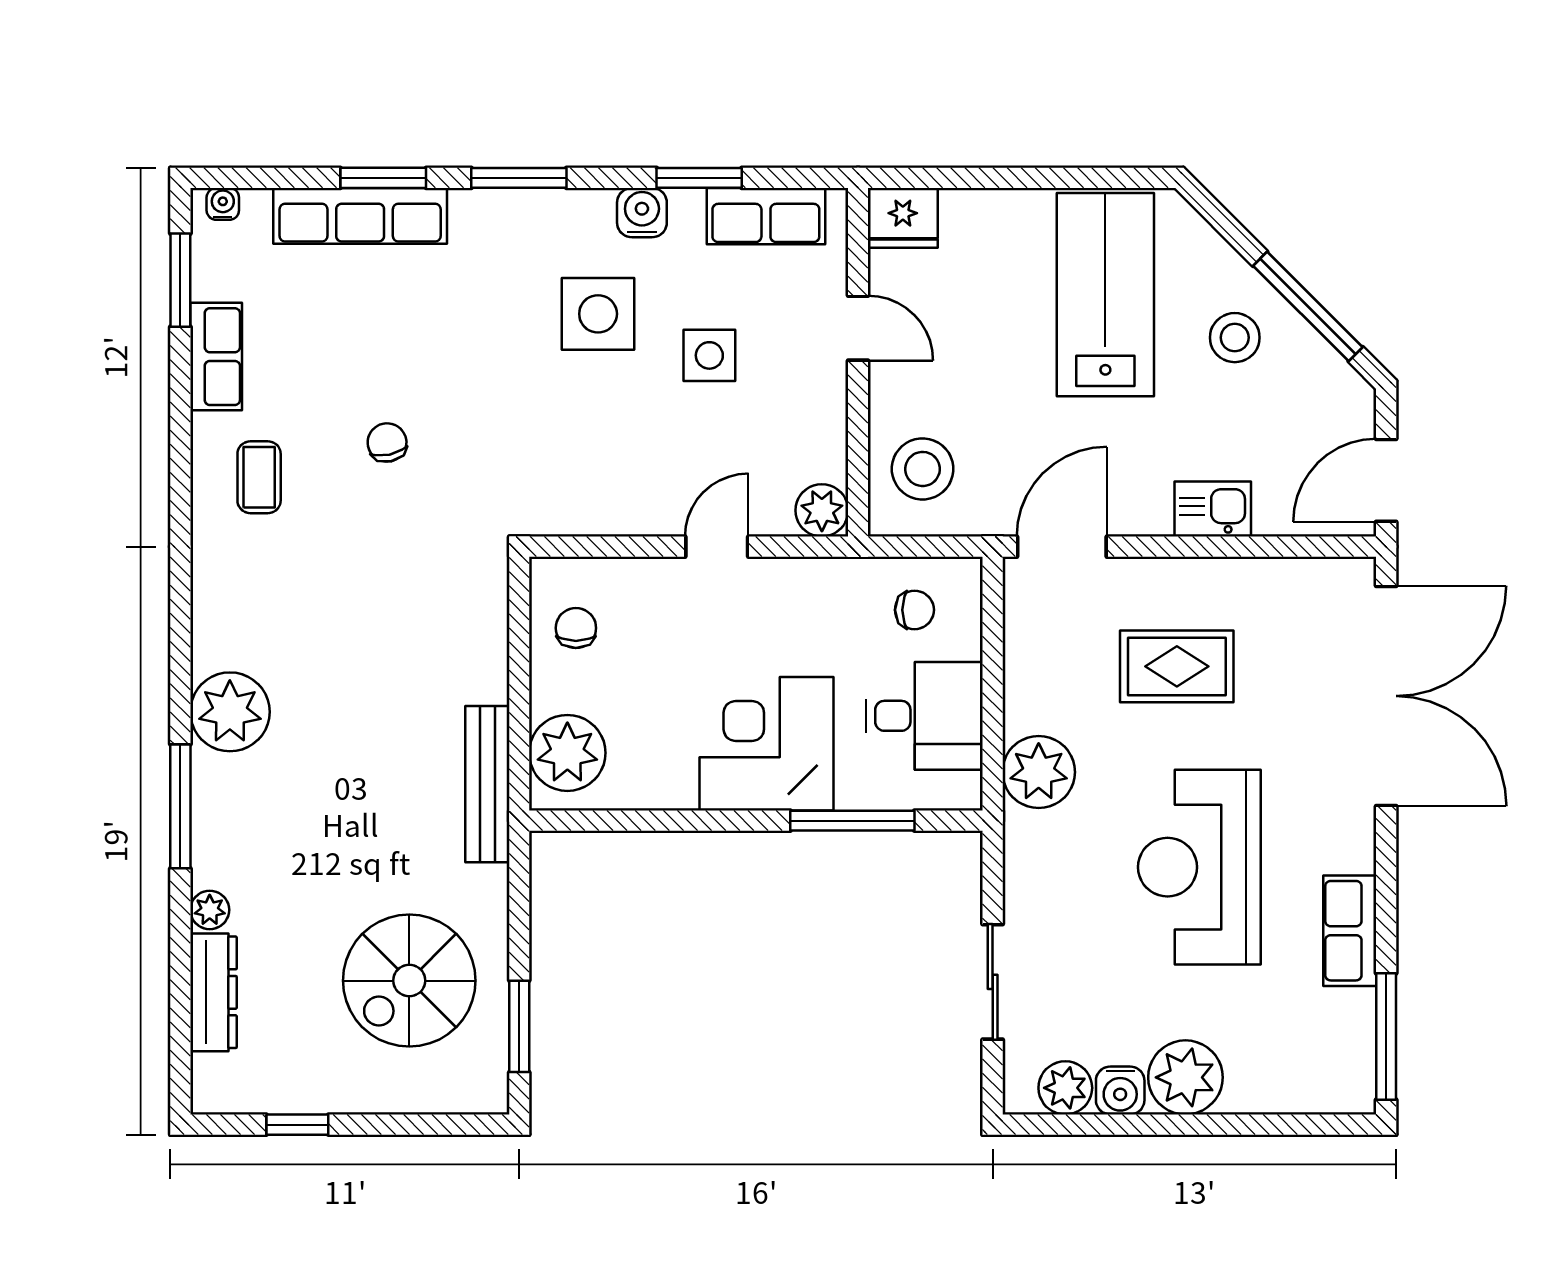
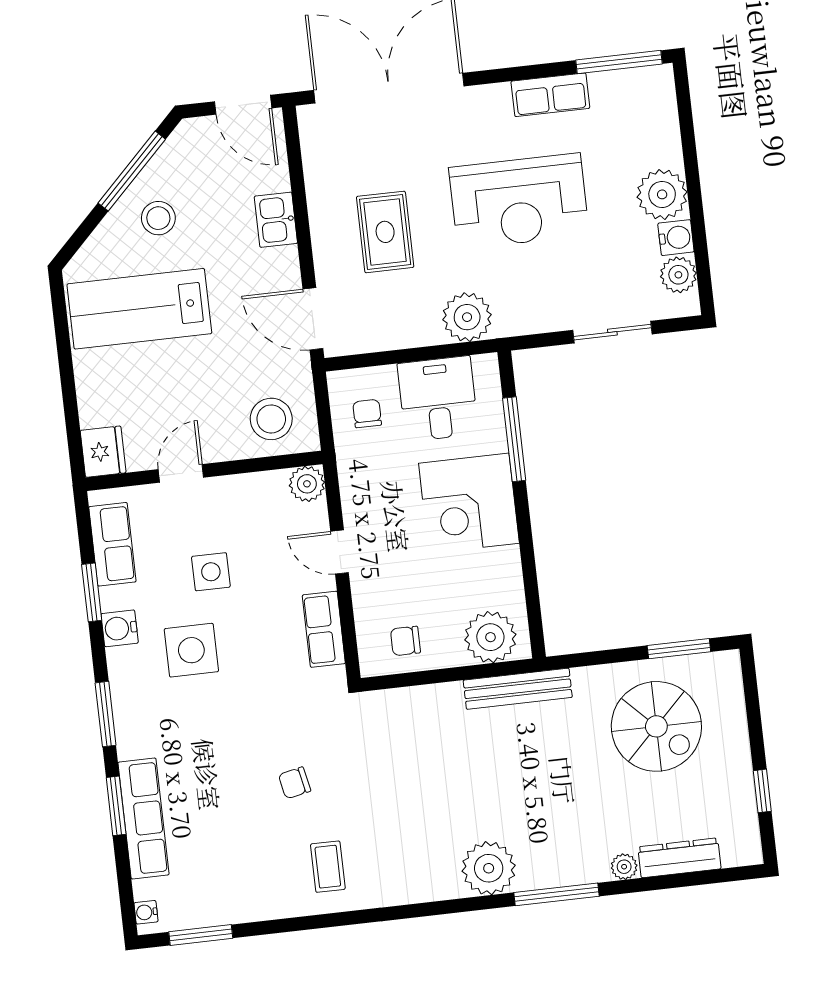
row of seats: (216, 357) -> (324, 629), moved, turned -90
coffee table: (259, 477) -> (328, 867), turned 90

